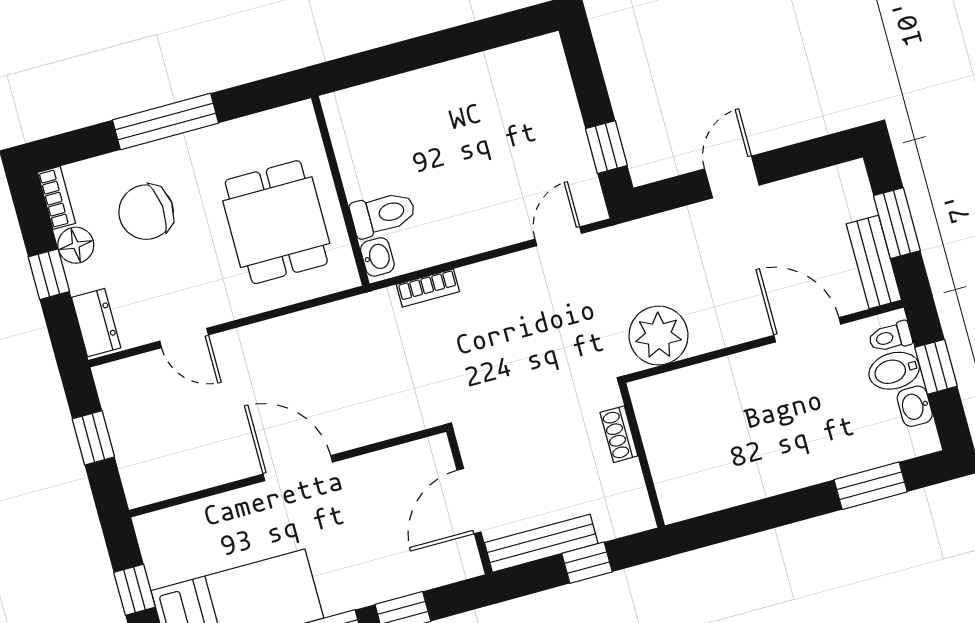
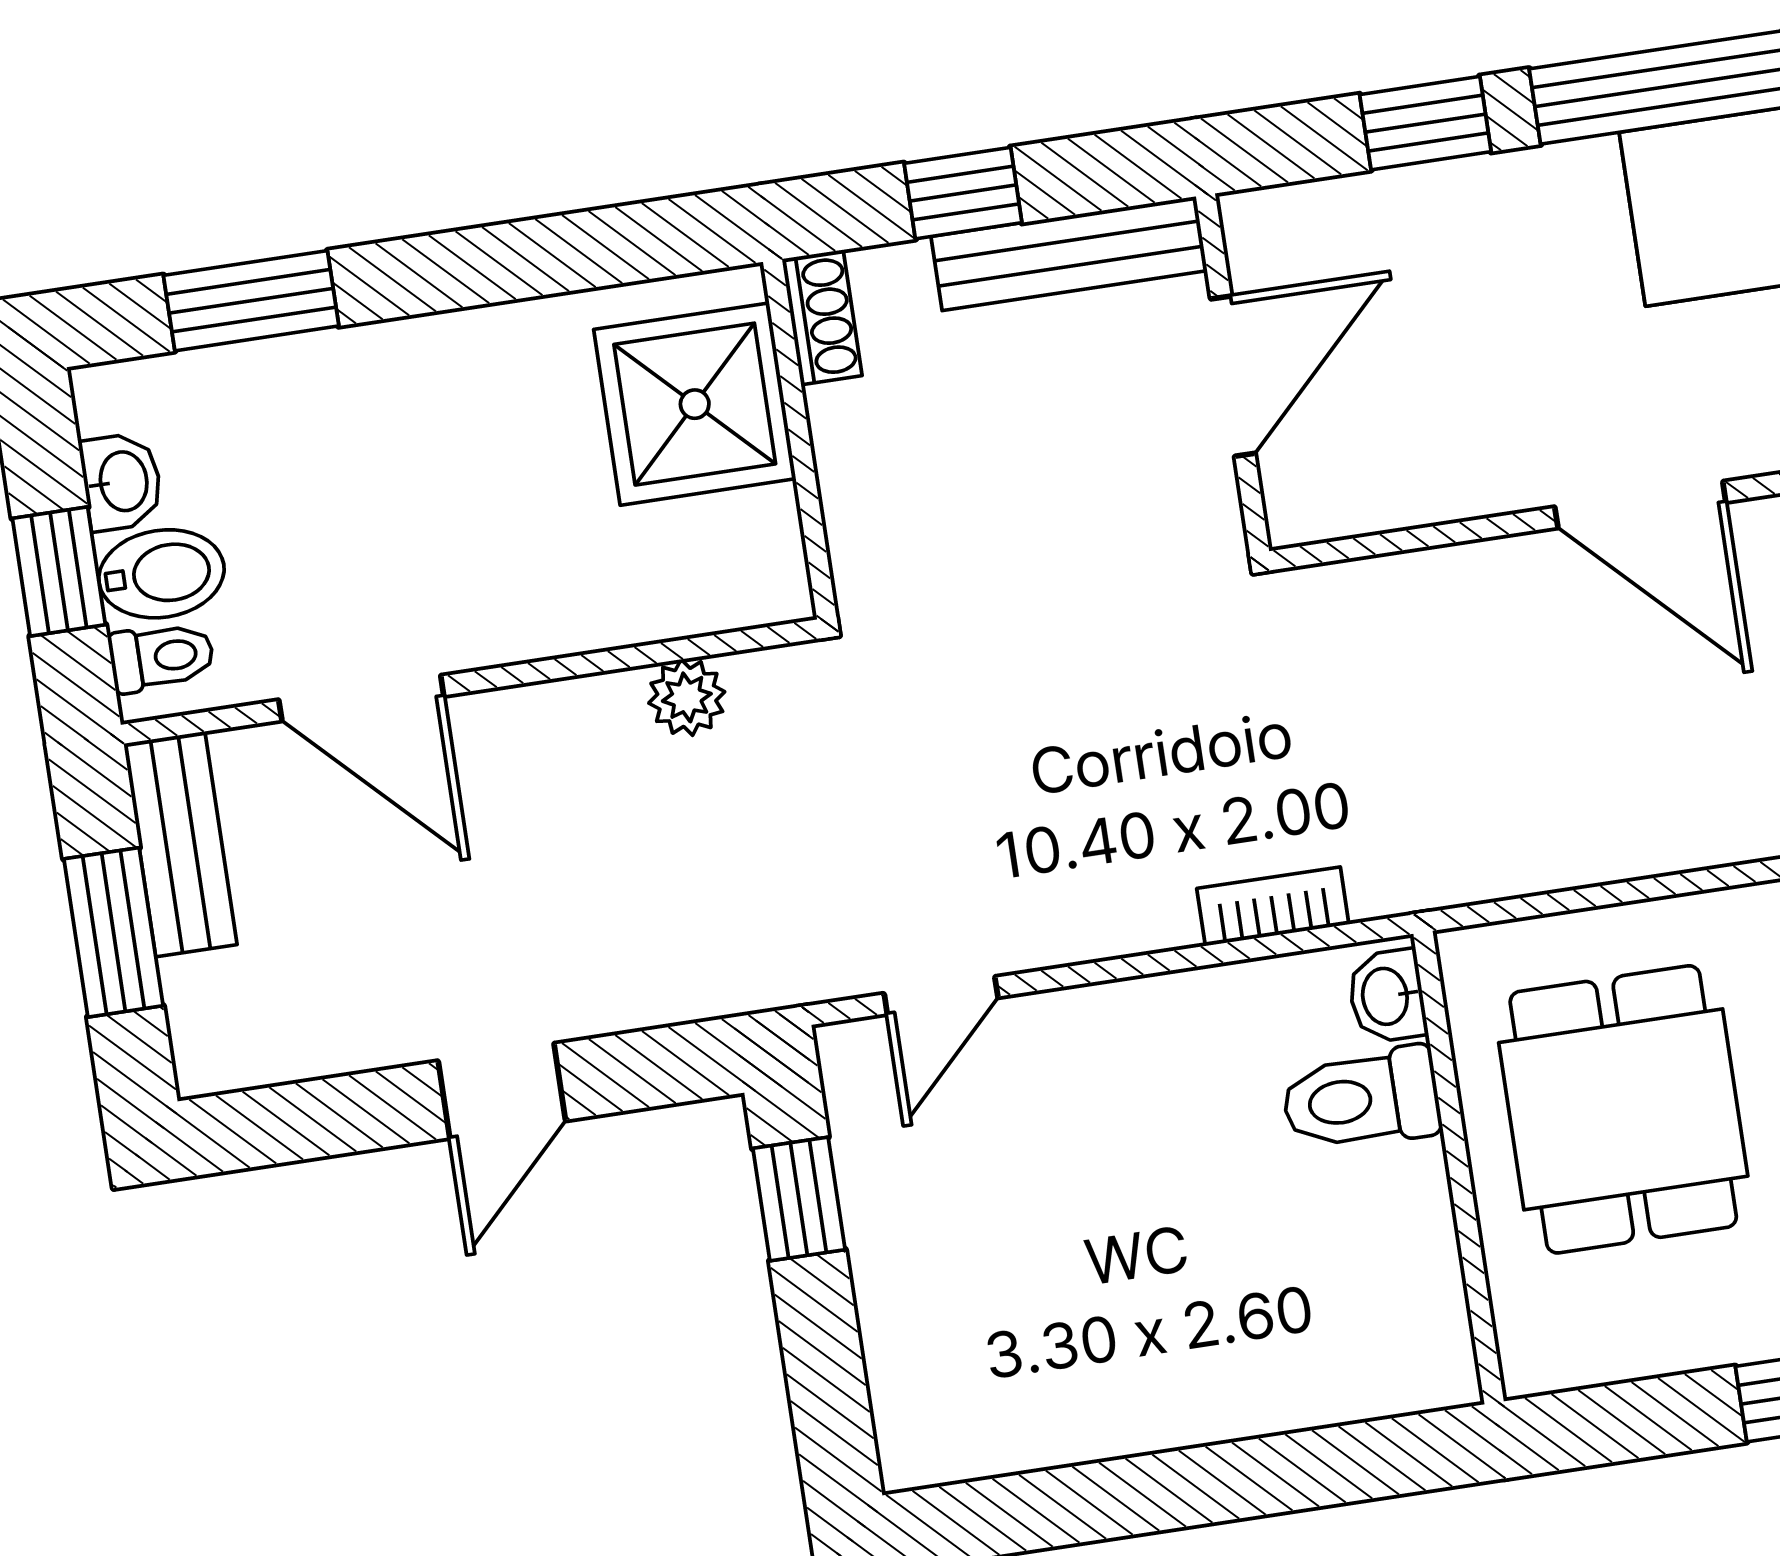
plant: (658, 336) -> (687, 697), width x0.53, depth x0.53
shoe rack: (619, 434) -> (822, 317), moved
shower: (686, 465) -> (695, 404), added

